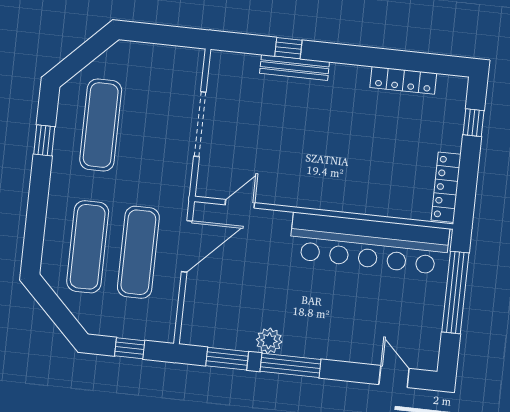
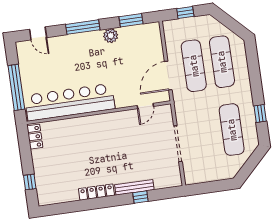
locker: (403, 80) -> (96, 192), moved
locker: (446, 187) -> (35, 137), width x0.66
window: (291, 365) -> (83, 27), moved

